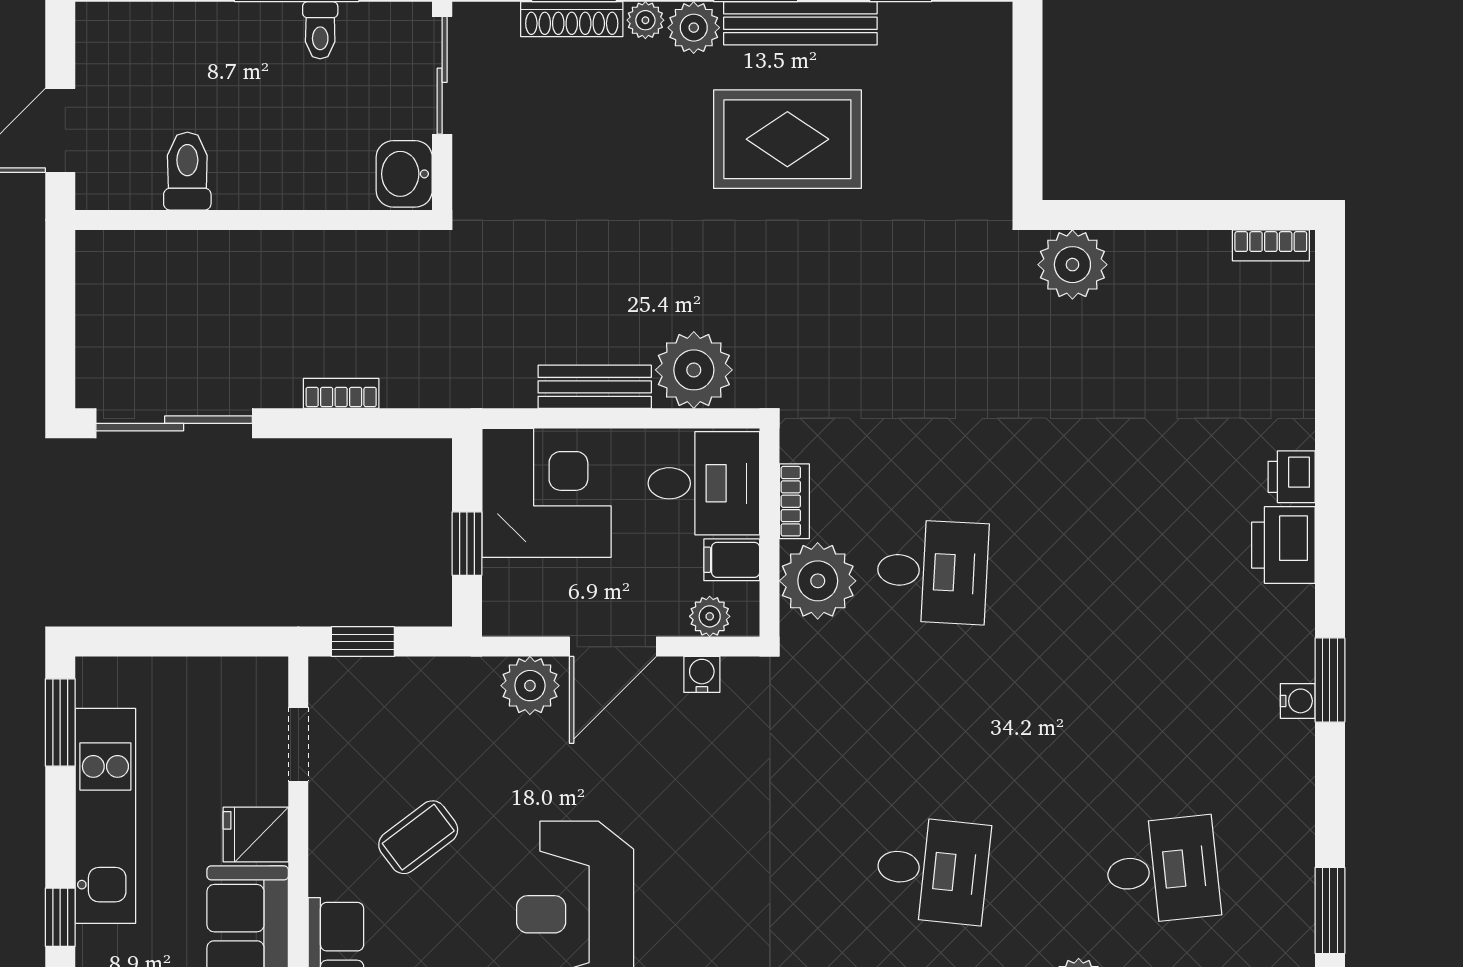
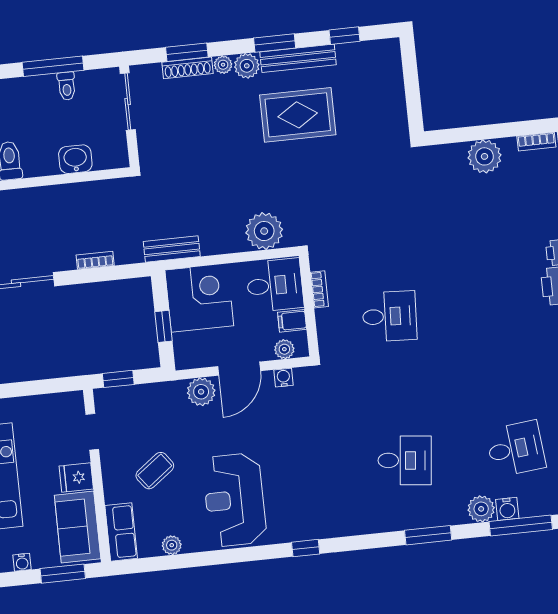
washbasin: (404, 174) -> (75, 159), moved, turned 90
plant: (1072, 265) -> (485, 156), moved
bench: (595, 387) -> (172, 249), moved
plant: (818, 581) -> (335, 327), removed

